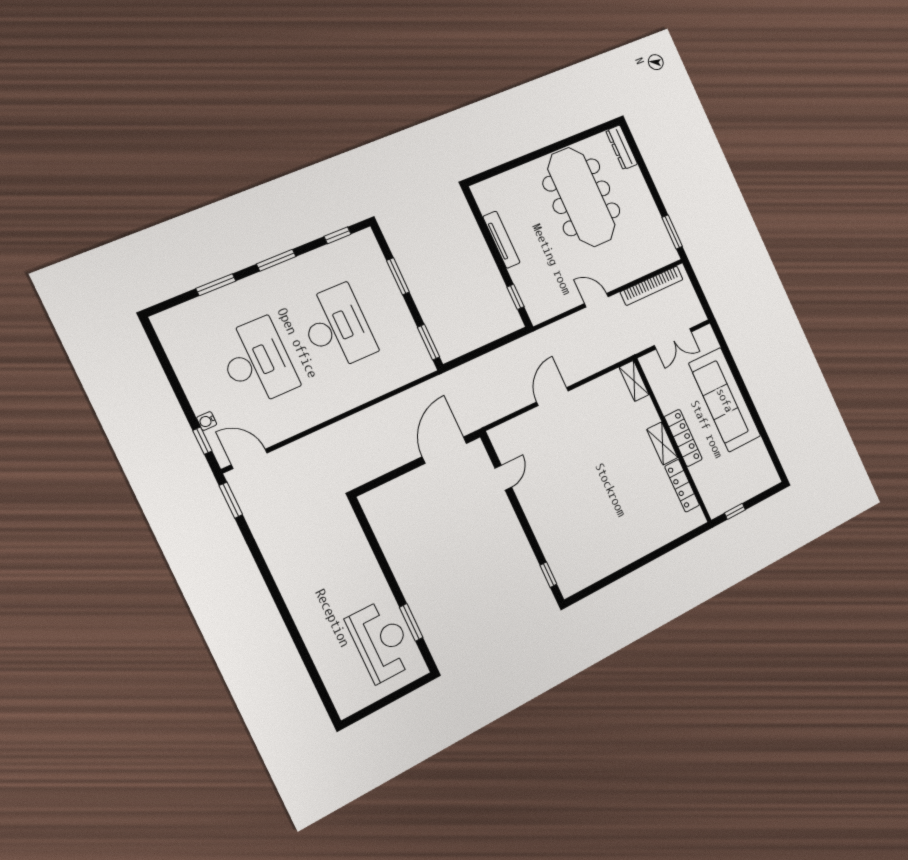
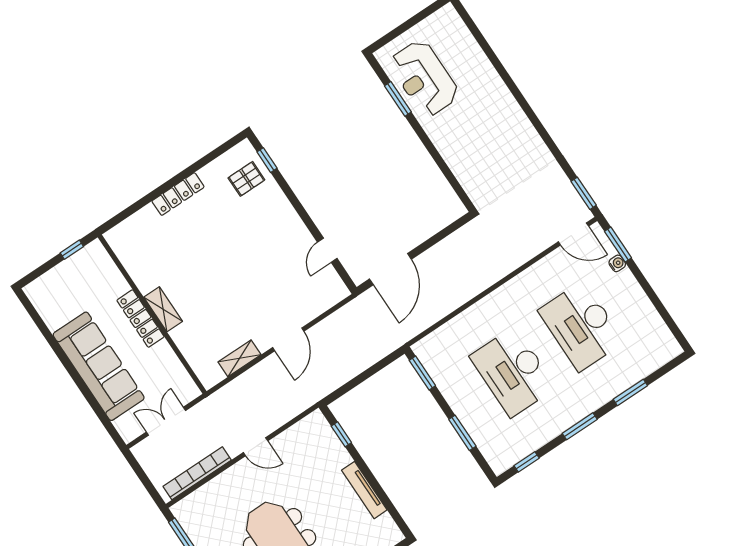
shelving: (634, 381) -> (240, 358), moved, turned 90
window: (202, 441) -> (618, 245), width x1.50
locker: (682, 486) -> (178, 194), moved, turned 90
pallet: (570, 559) -> (246, 179), added

